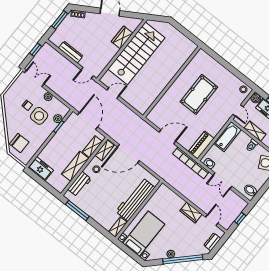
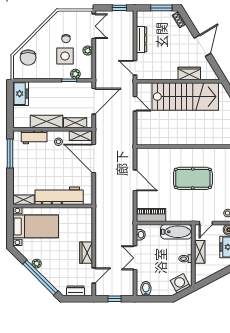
bookcase: (191, 163) -> (129, 218), removed

